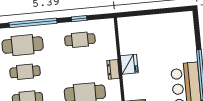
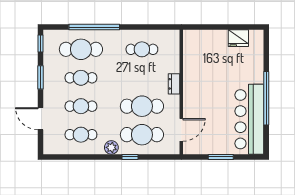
window: (79, 19) -> (143, 27), removed
fridge: (129, 64) -> (238, 38), moved, turned 90

